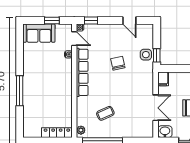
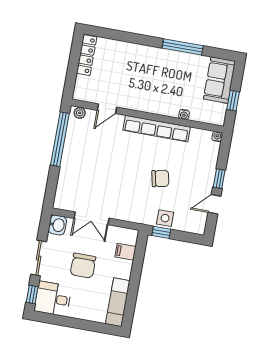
window: (91, 21) -> (219, 179), moved
door: (74, 39) -> (107, 109), moved
filing cabinet: (163, 79) -> (125, 252), moved
window: (20, 91) -> (183, 47), moved
coffee table: (105, 113) -> (96, 150), removed
locker: (57, 133) -> (87, 55), moved

